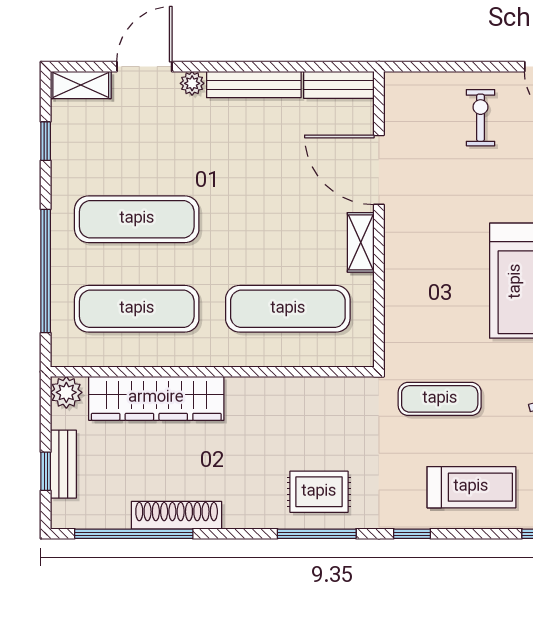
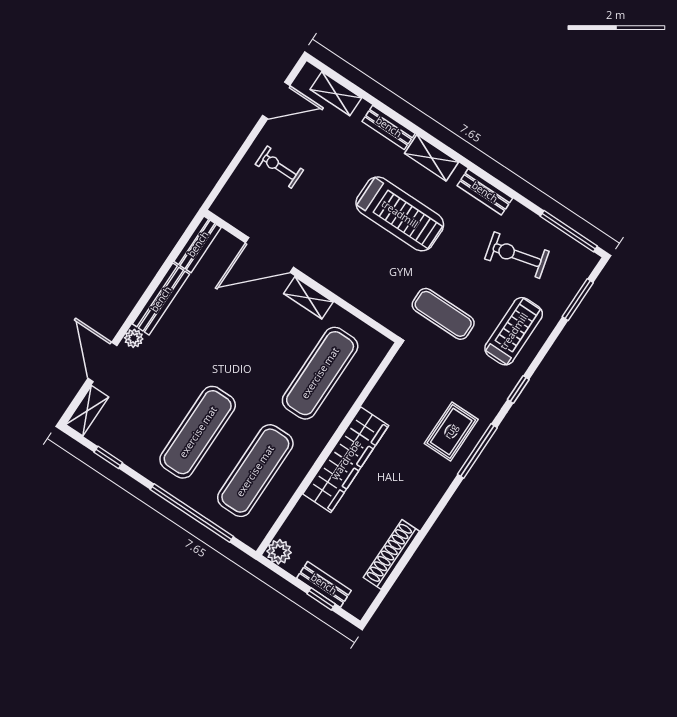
wardrobe: (156, 398) -> (346, 460), moved
exercise mat: (440, 399) -> (443, 314), turned 90
shoe rack: (177, 515) -> (391, 554), moved
window: (134, 534) -> (399, 569), removed

